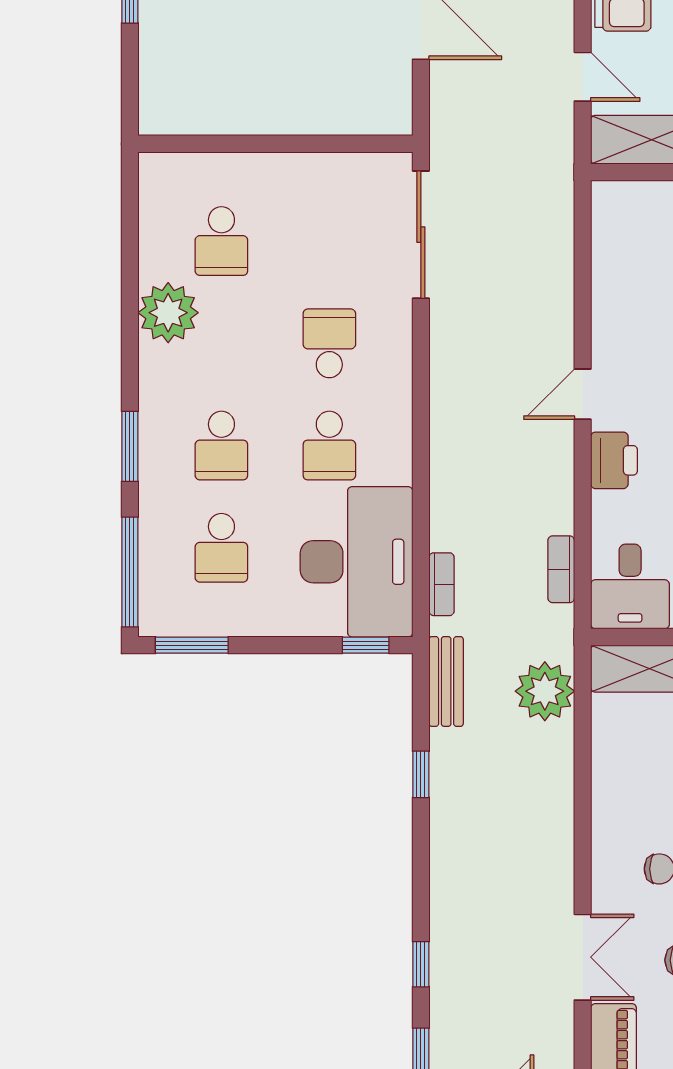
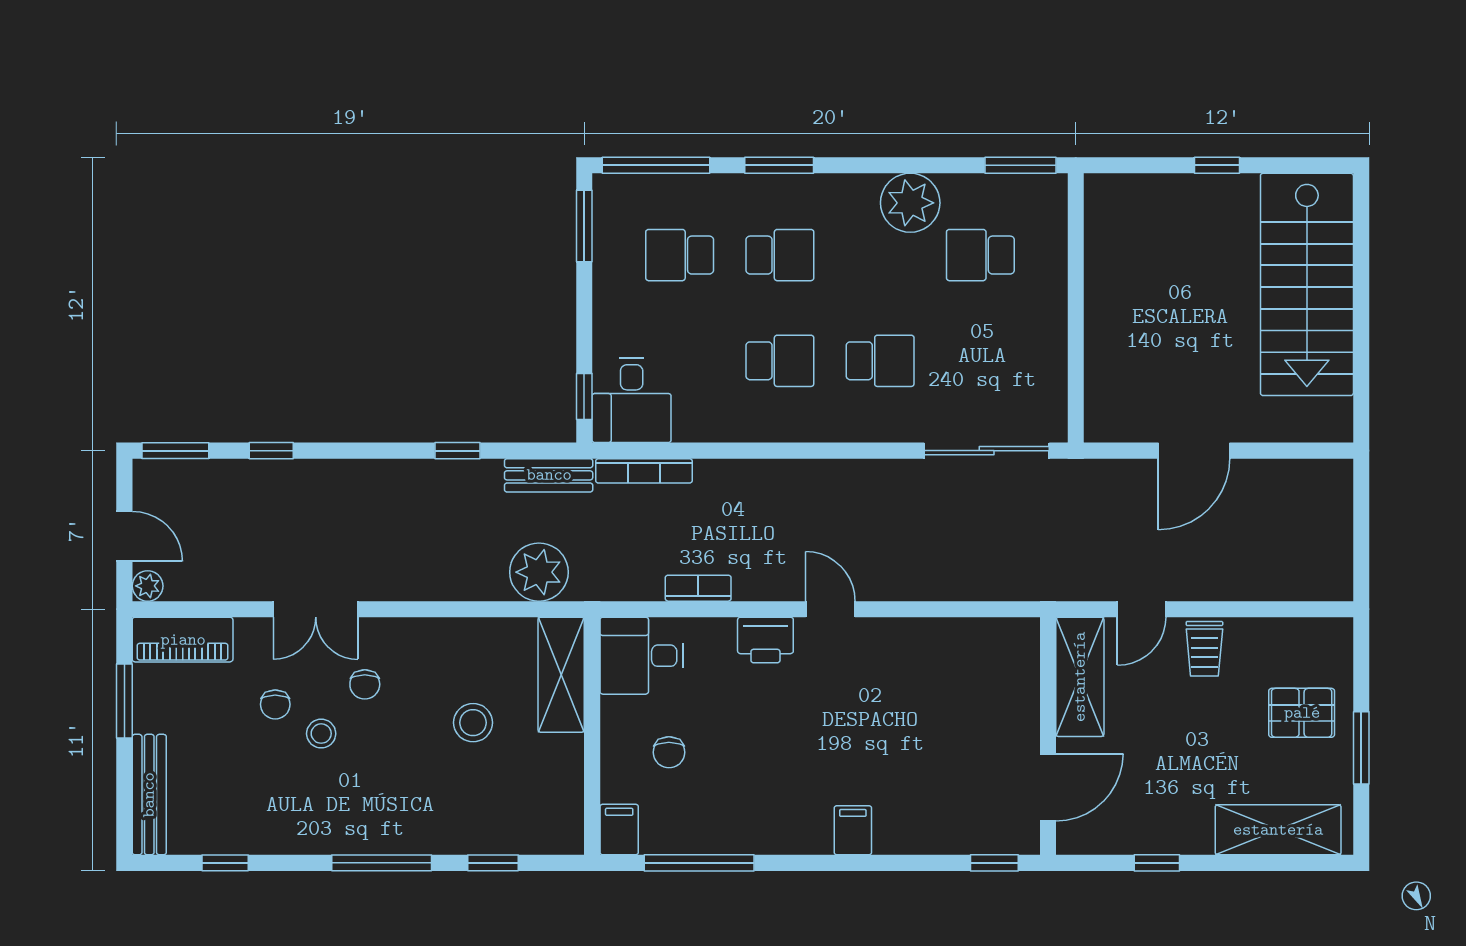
window: (130, 200) -> (1021, 165), added
school desk: (221, 446) -> (780, 255), turned 180
school desk: (329, 446) -> (780, 361), turned 180
desk: (357, 562) -> (632, 400), width x0.53, depth x0.77
bookcase: (561, 569) -> (698, 588), moved
bookcase: (442, 584) -> (644, 471), width x1.56
double door: (583, 957) -> (316, 609), moved

